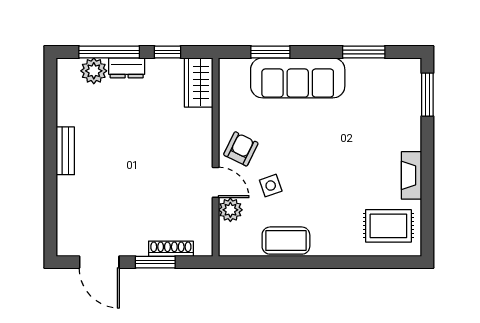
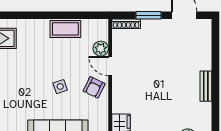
side table: (271, 186) -> (60, 87), moved
shoe rack: (171, 249) -> (126, 24), moved

